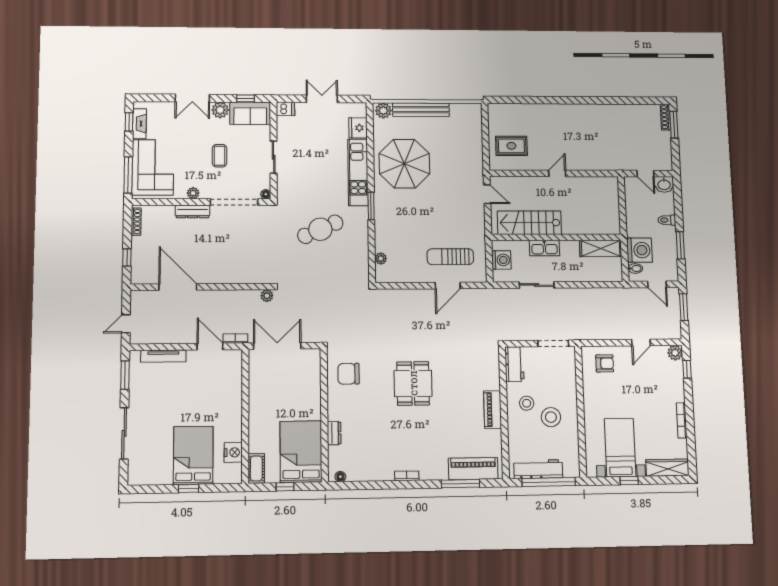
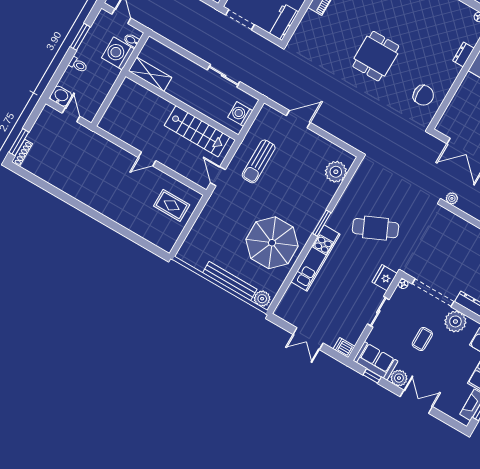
fridge: (358, 128) -> (385, 278), moved, turned 180
plant: (193, 193) -> (455, 321), width x1.88, depth x1.88
kitchen sink: (544, 248) -> (198, 103), removed
sun lounger: (450, 257) -> (259, 161), moved, turned 90
plant: (381, 259) -> (336, 172), width x1.88, depth x1.88

